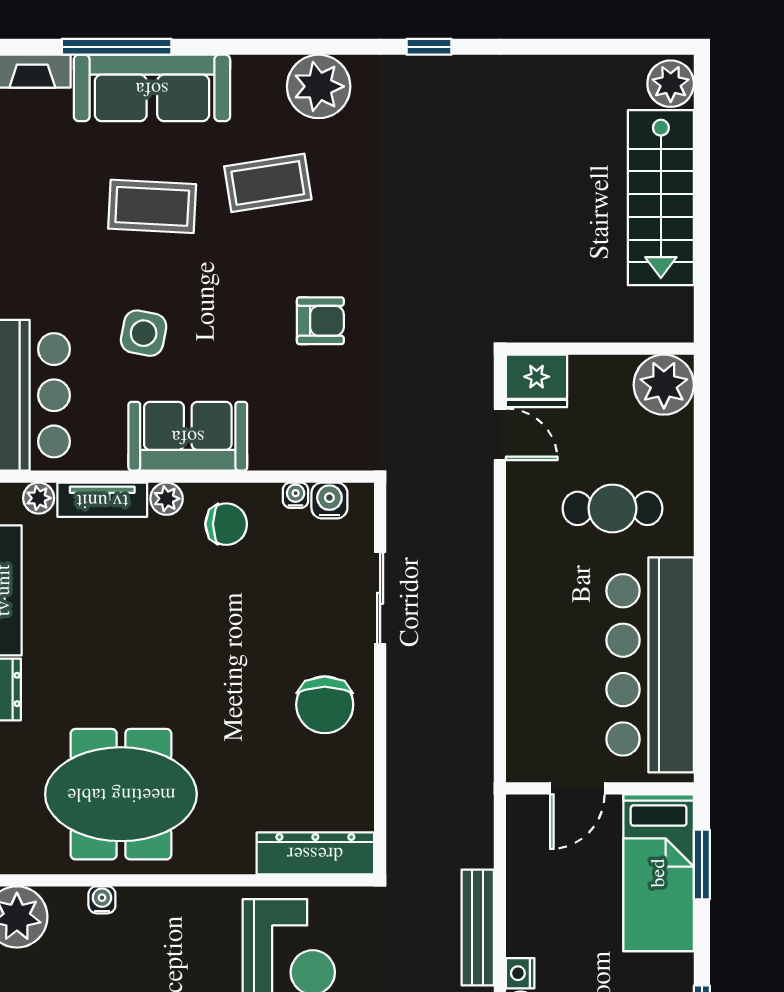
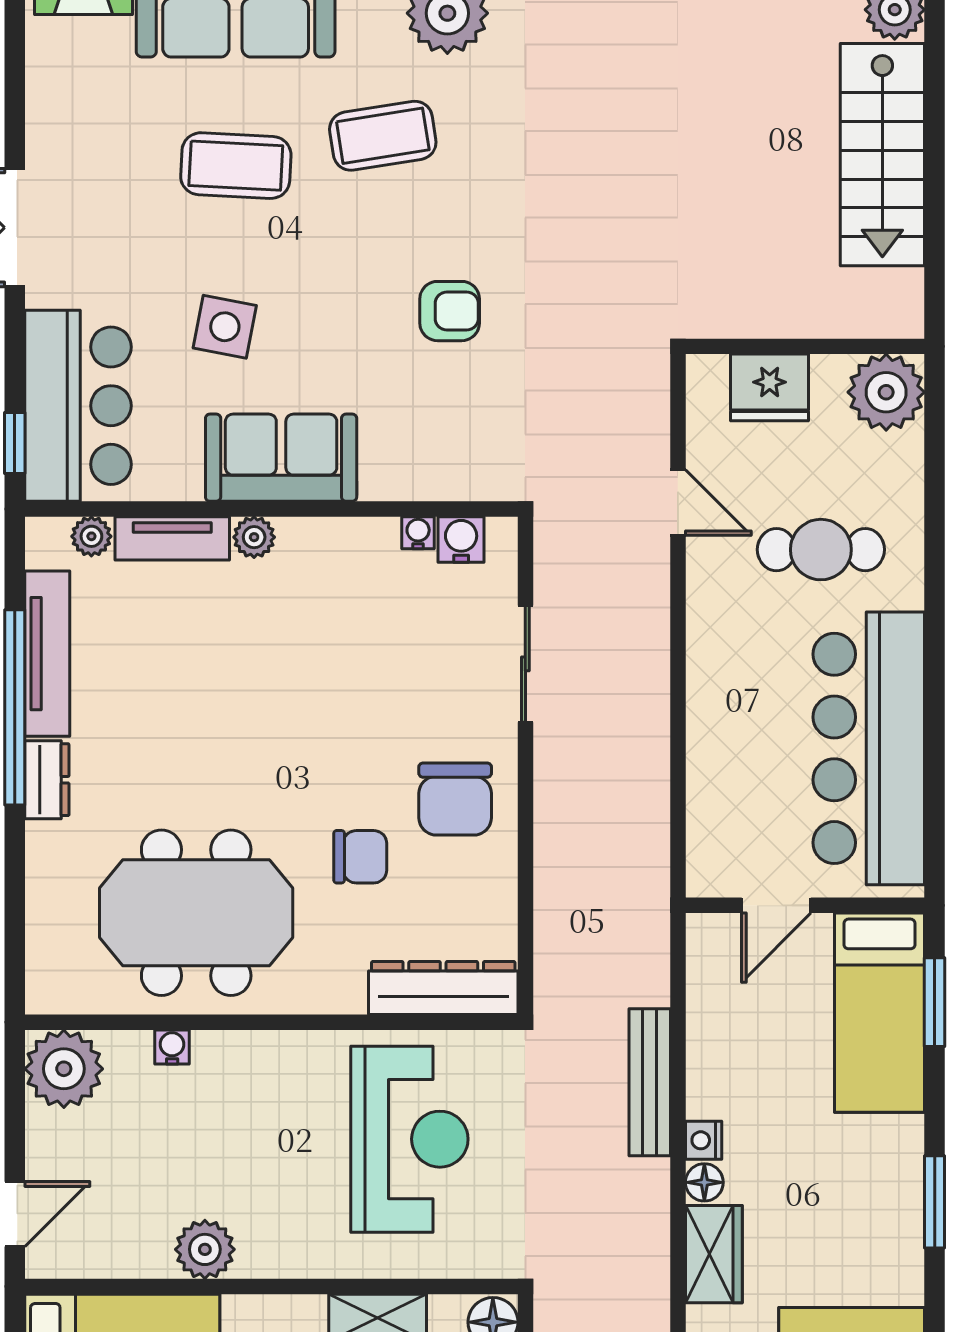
fridge: (537, 381) -> (770, 387), moved
door: (500, 434) -> (678, 503), moved
chair: (226, 524) -> (360, 857), moved

